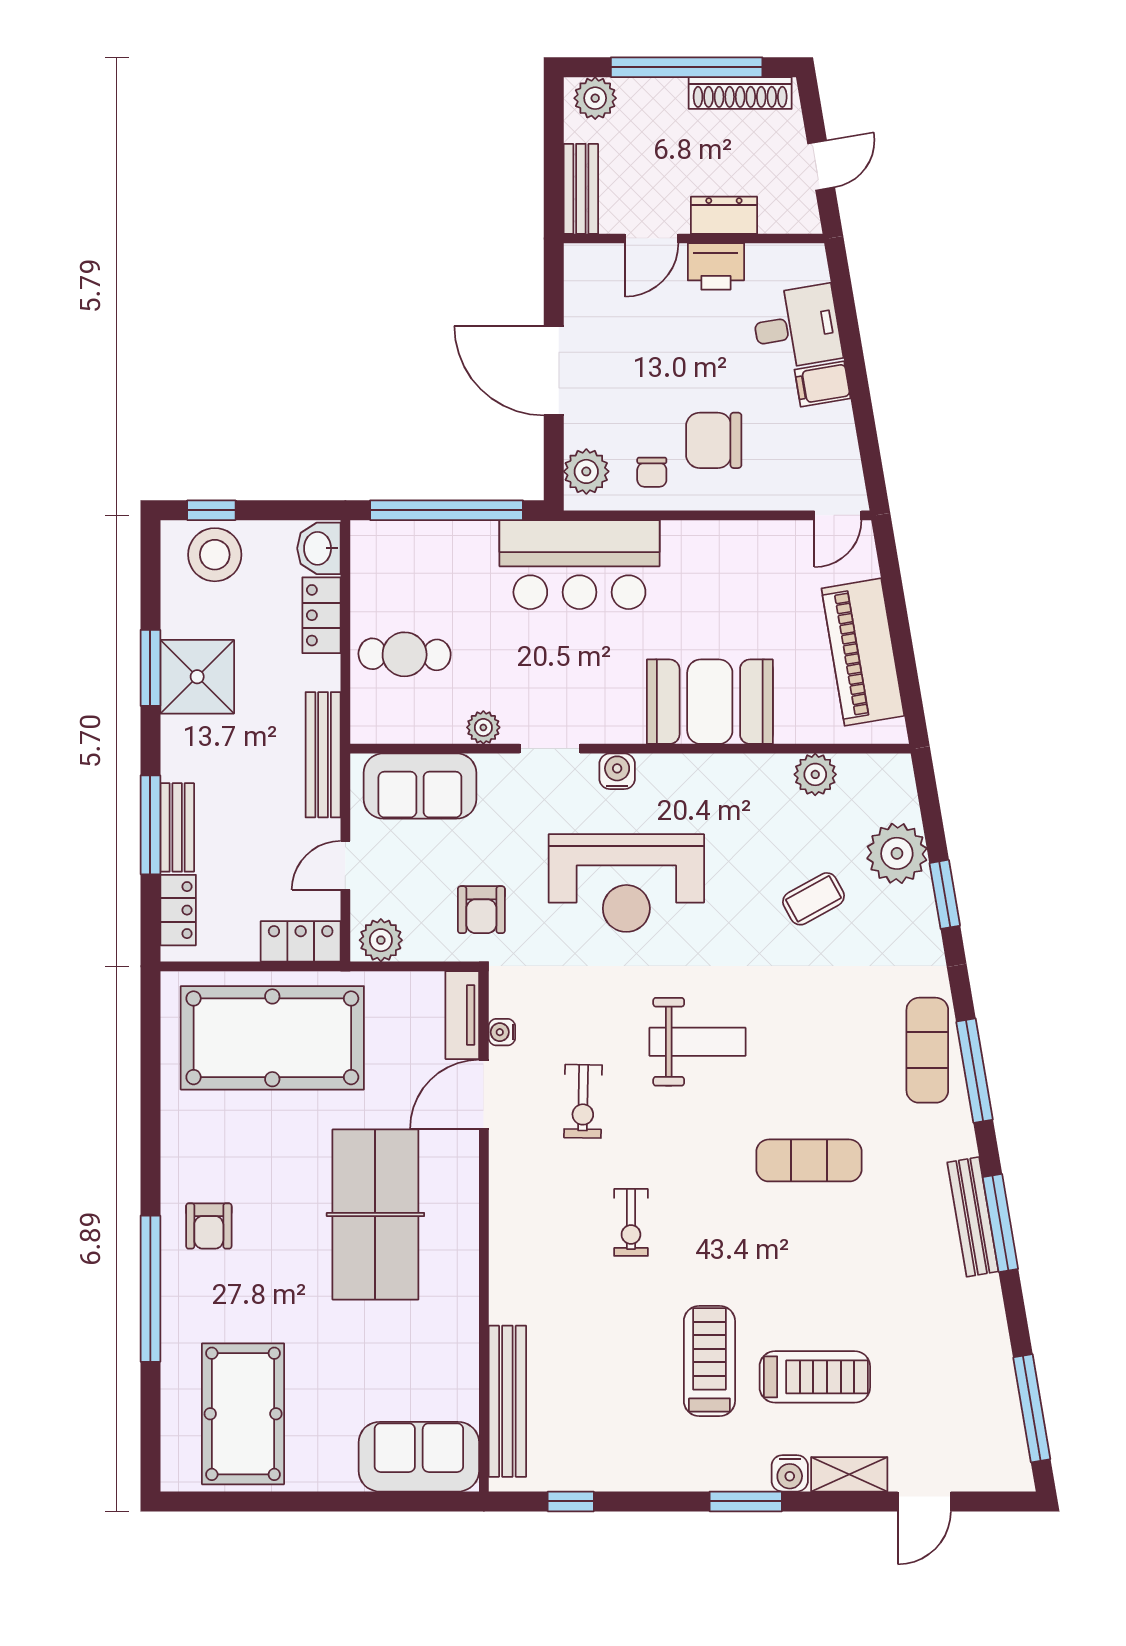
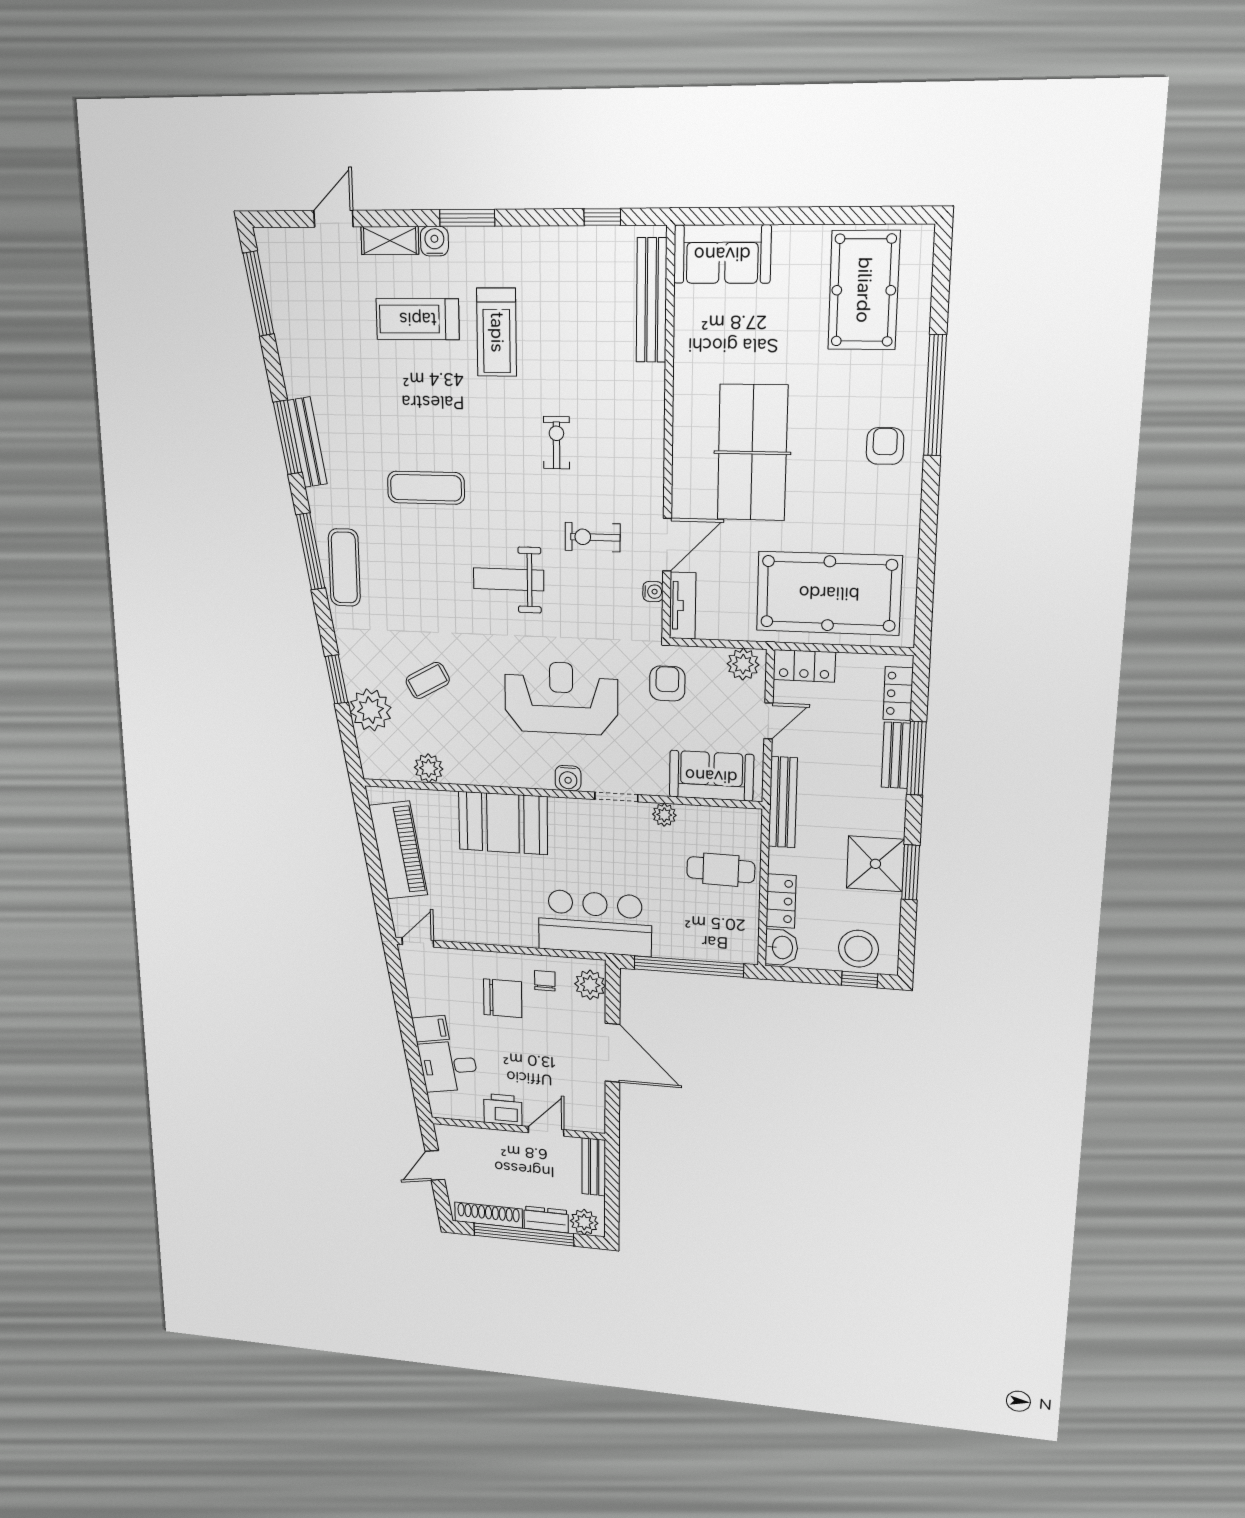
dresser: (724, 215) -> (546, 1219), moved, turned 180
exercise bike: (583, 1101) -> (593, 537), turned -91

